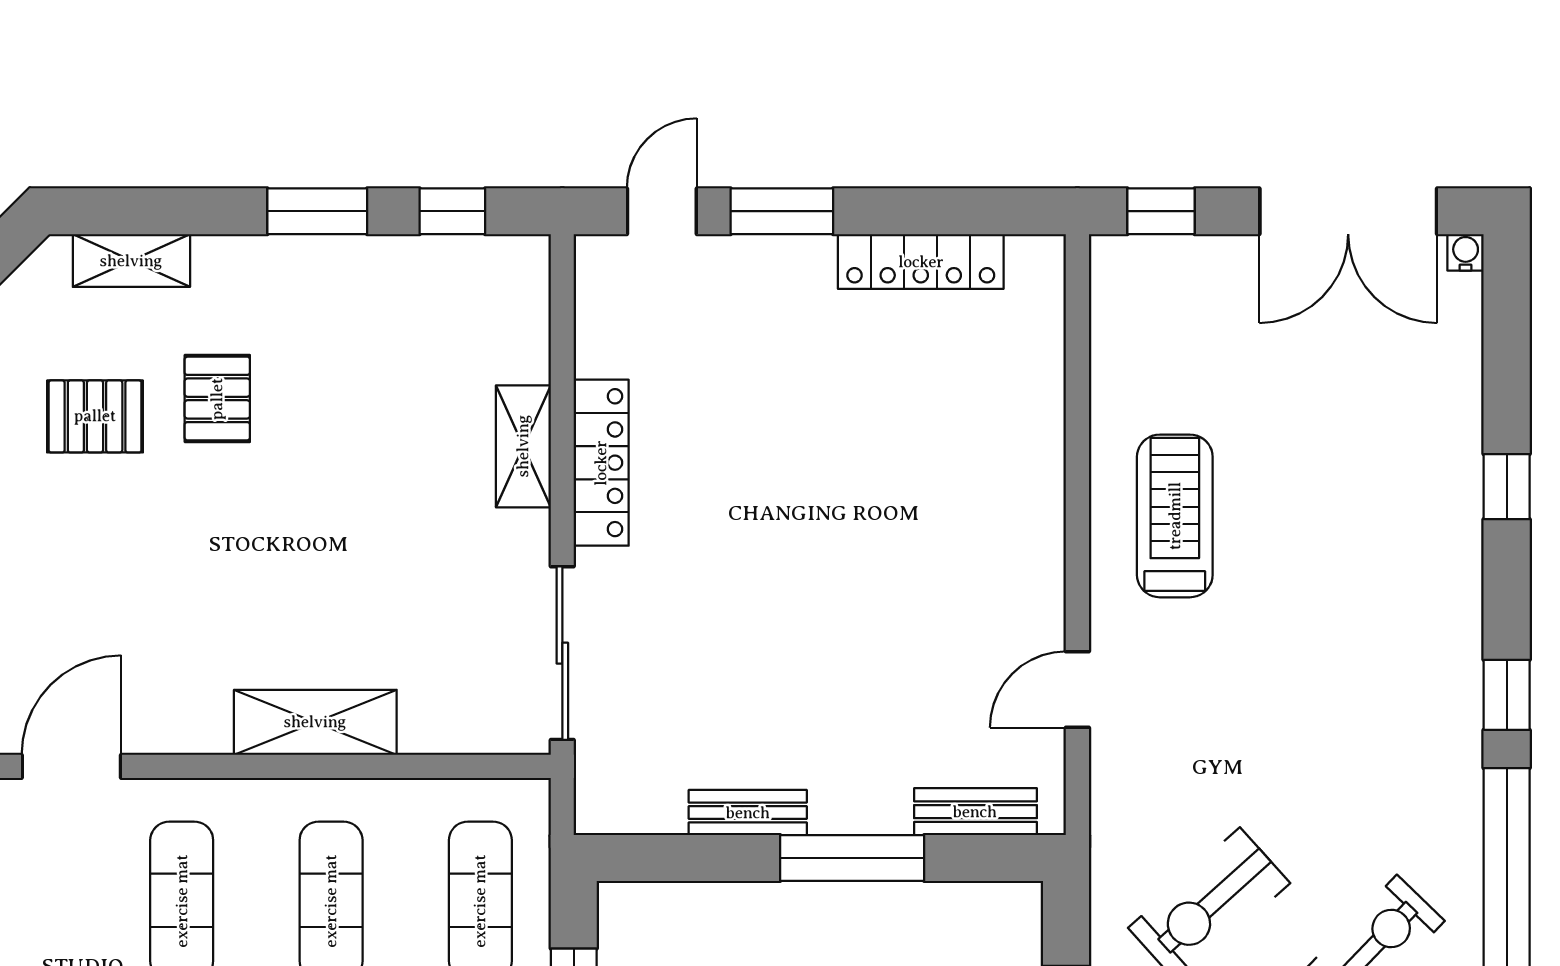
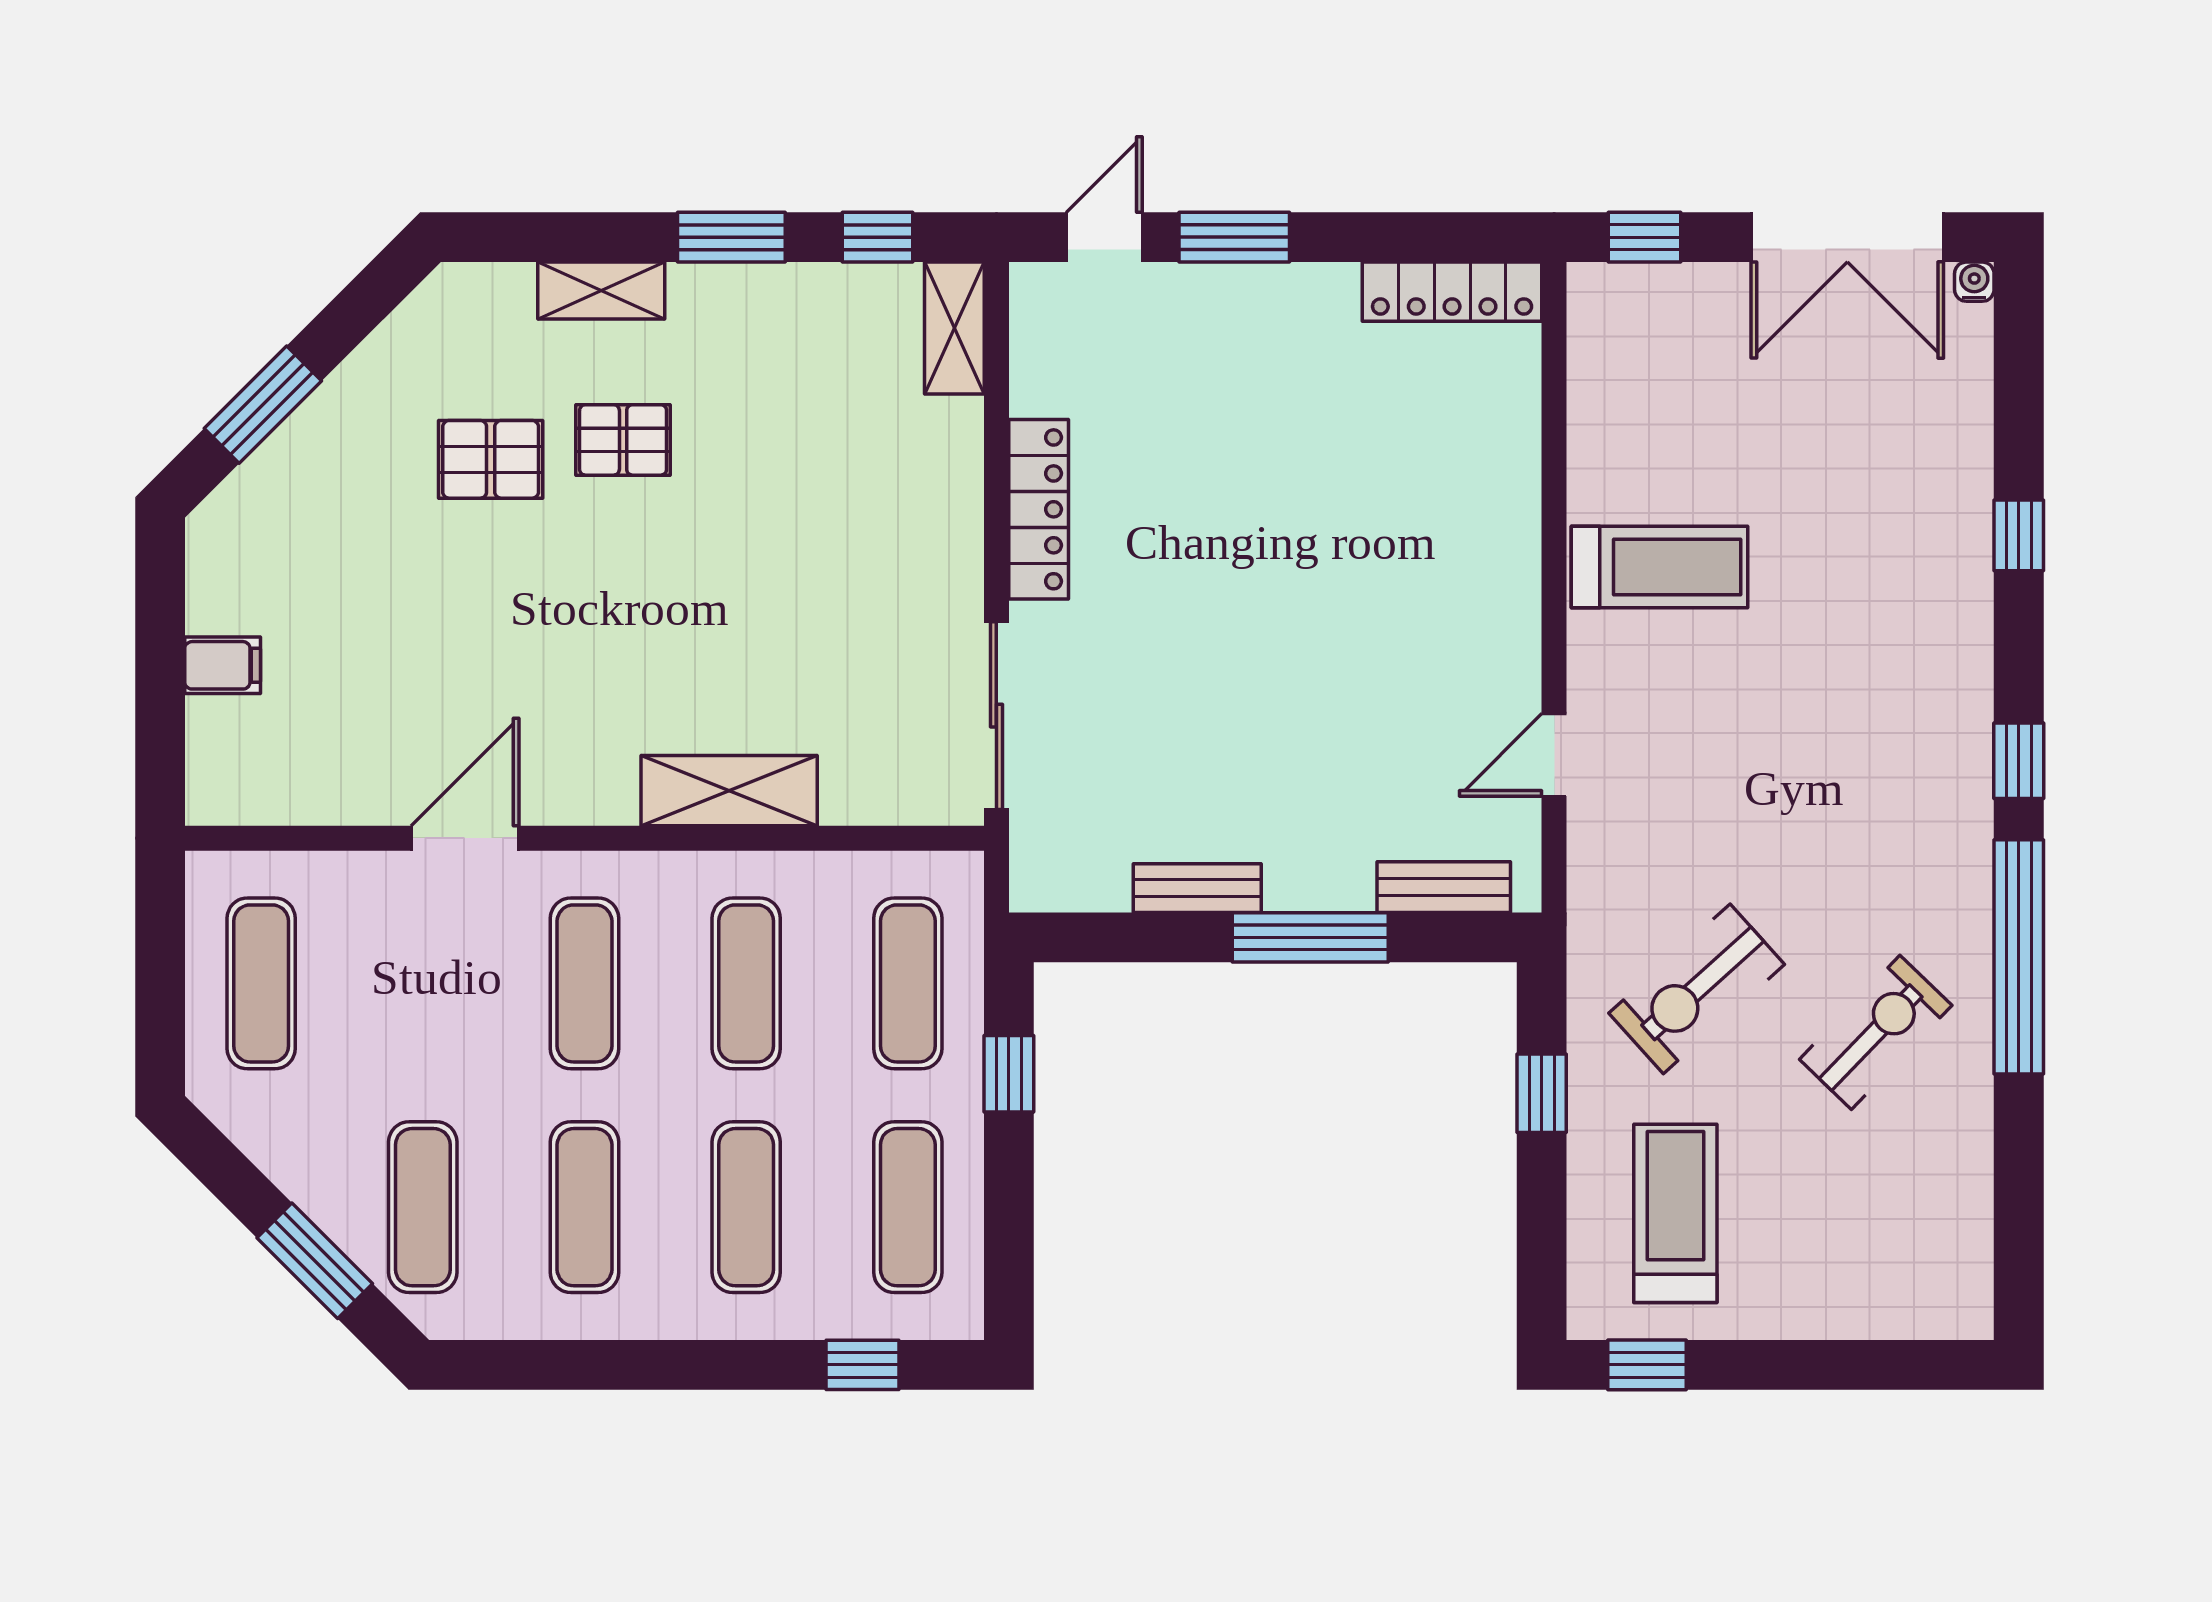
shelving: (131, 261) -> (601, 291), moved
locker: (921, 262) -> (1452, 292), moved
pallet: (217, 399) -> (623, 440), turned 90
shelving: (523, 446) -> (954, 328), moved
treadmill: (1175, 516) -> (1660, 567), turned 90

